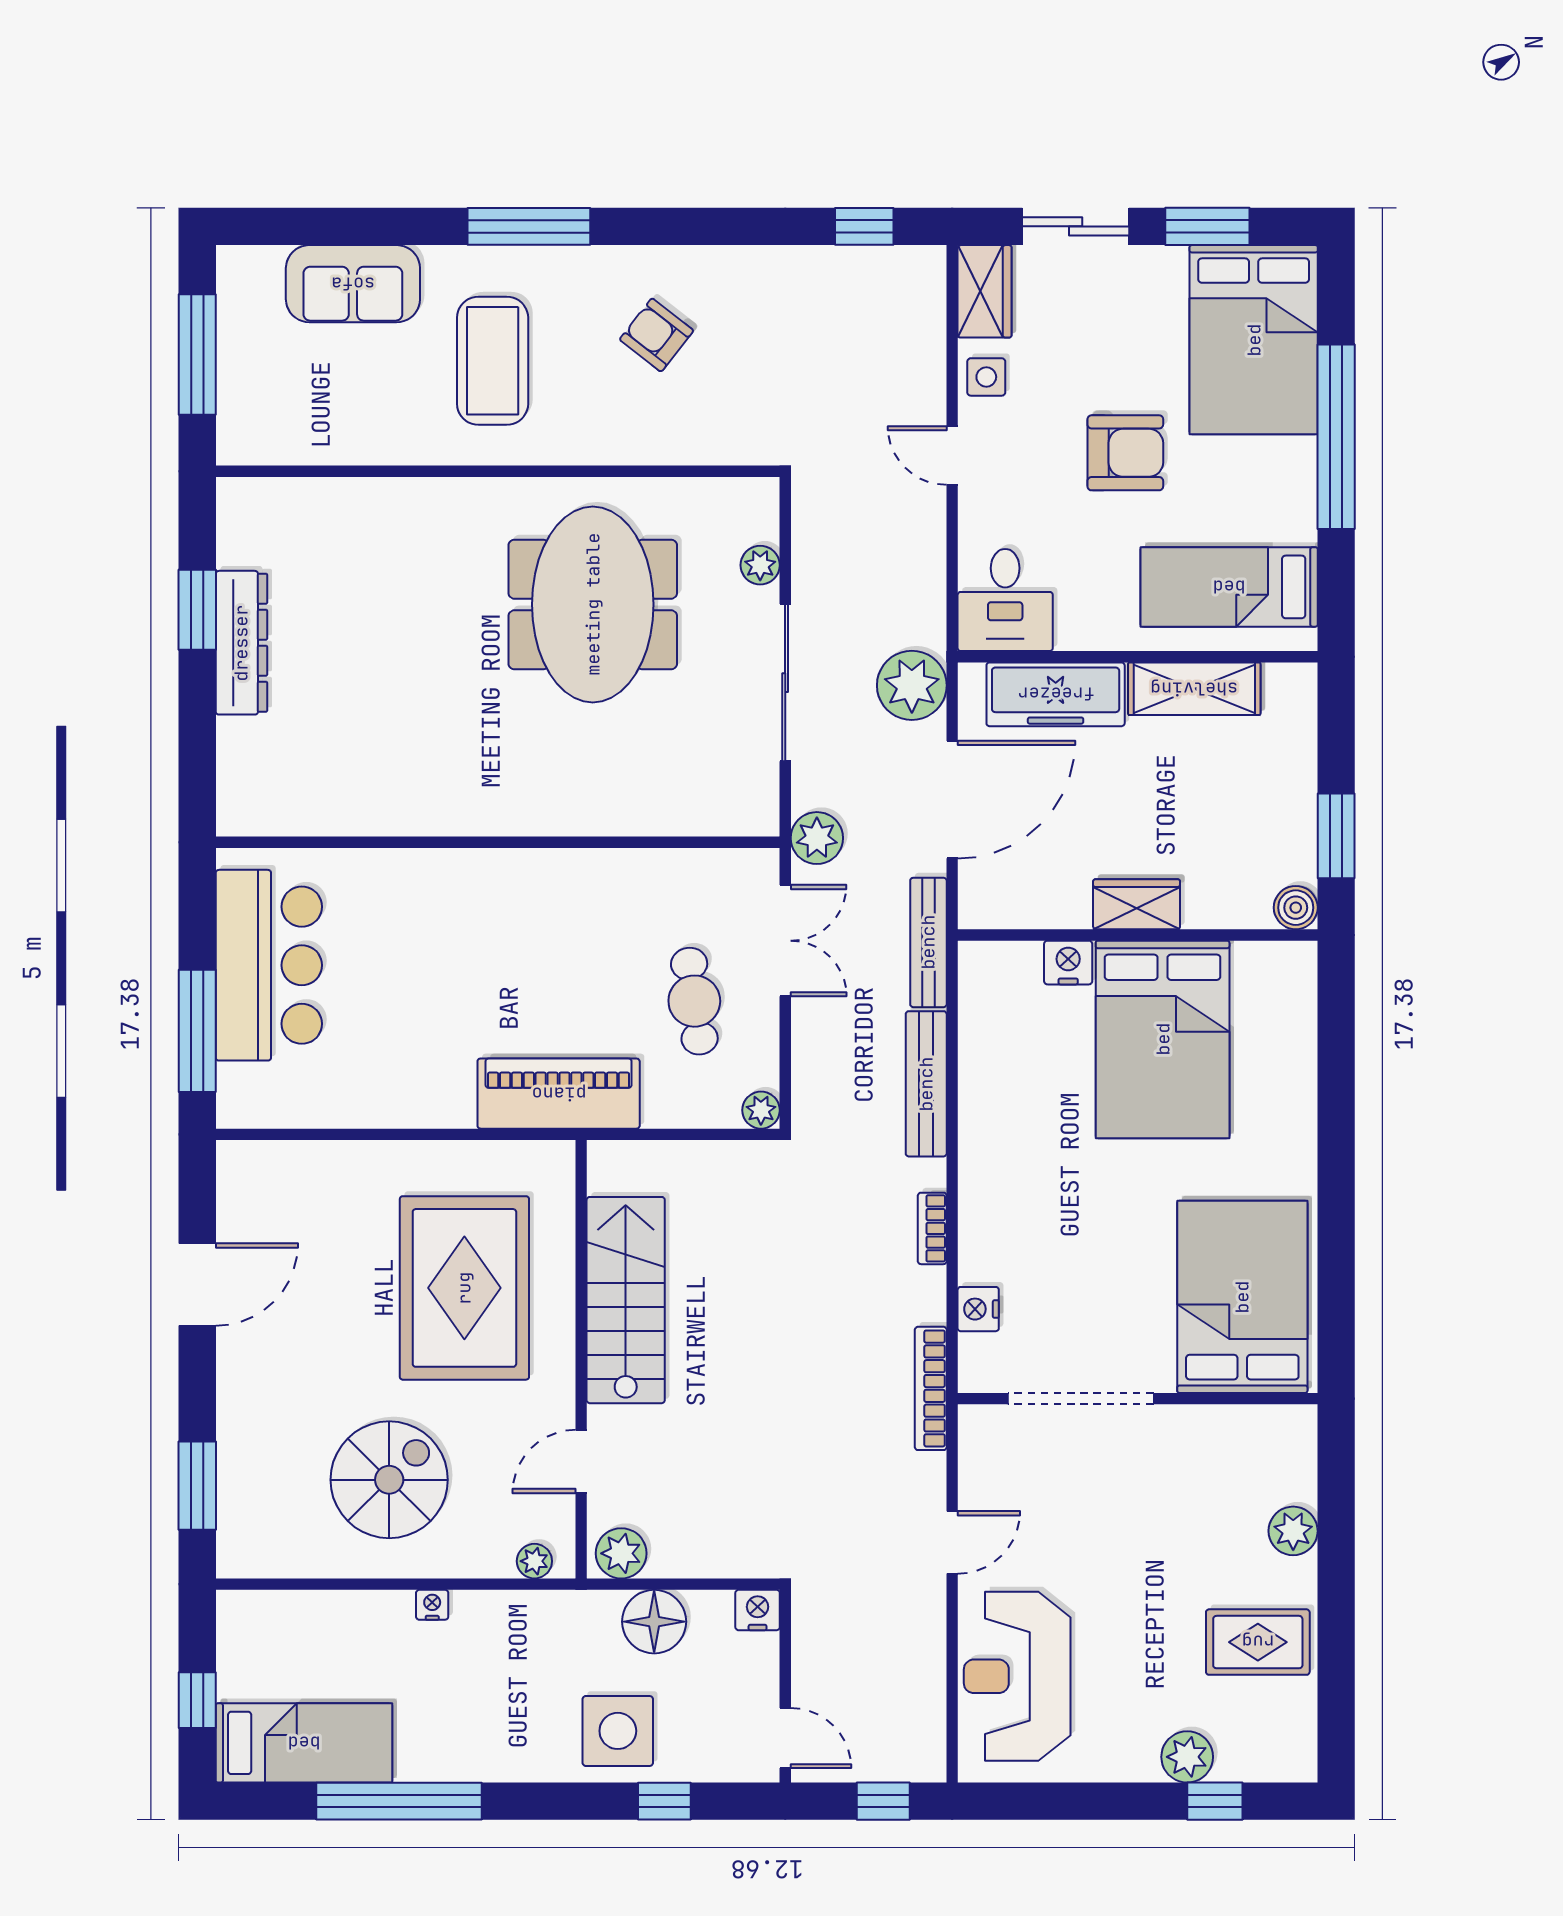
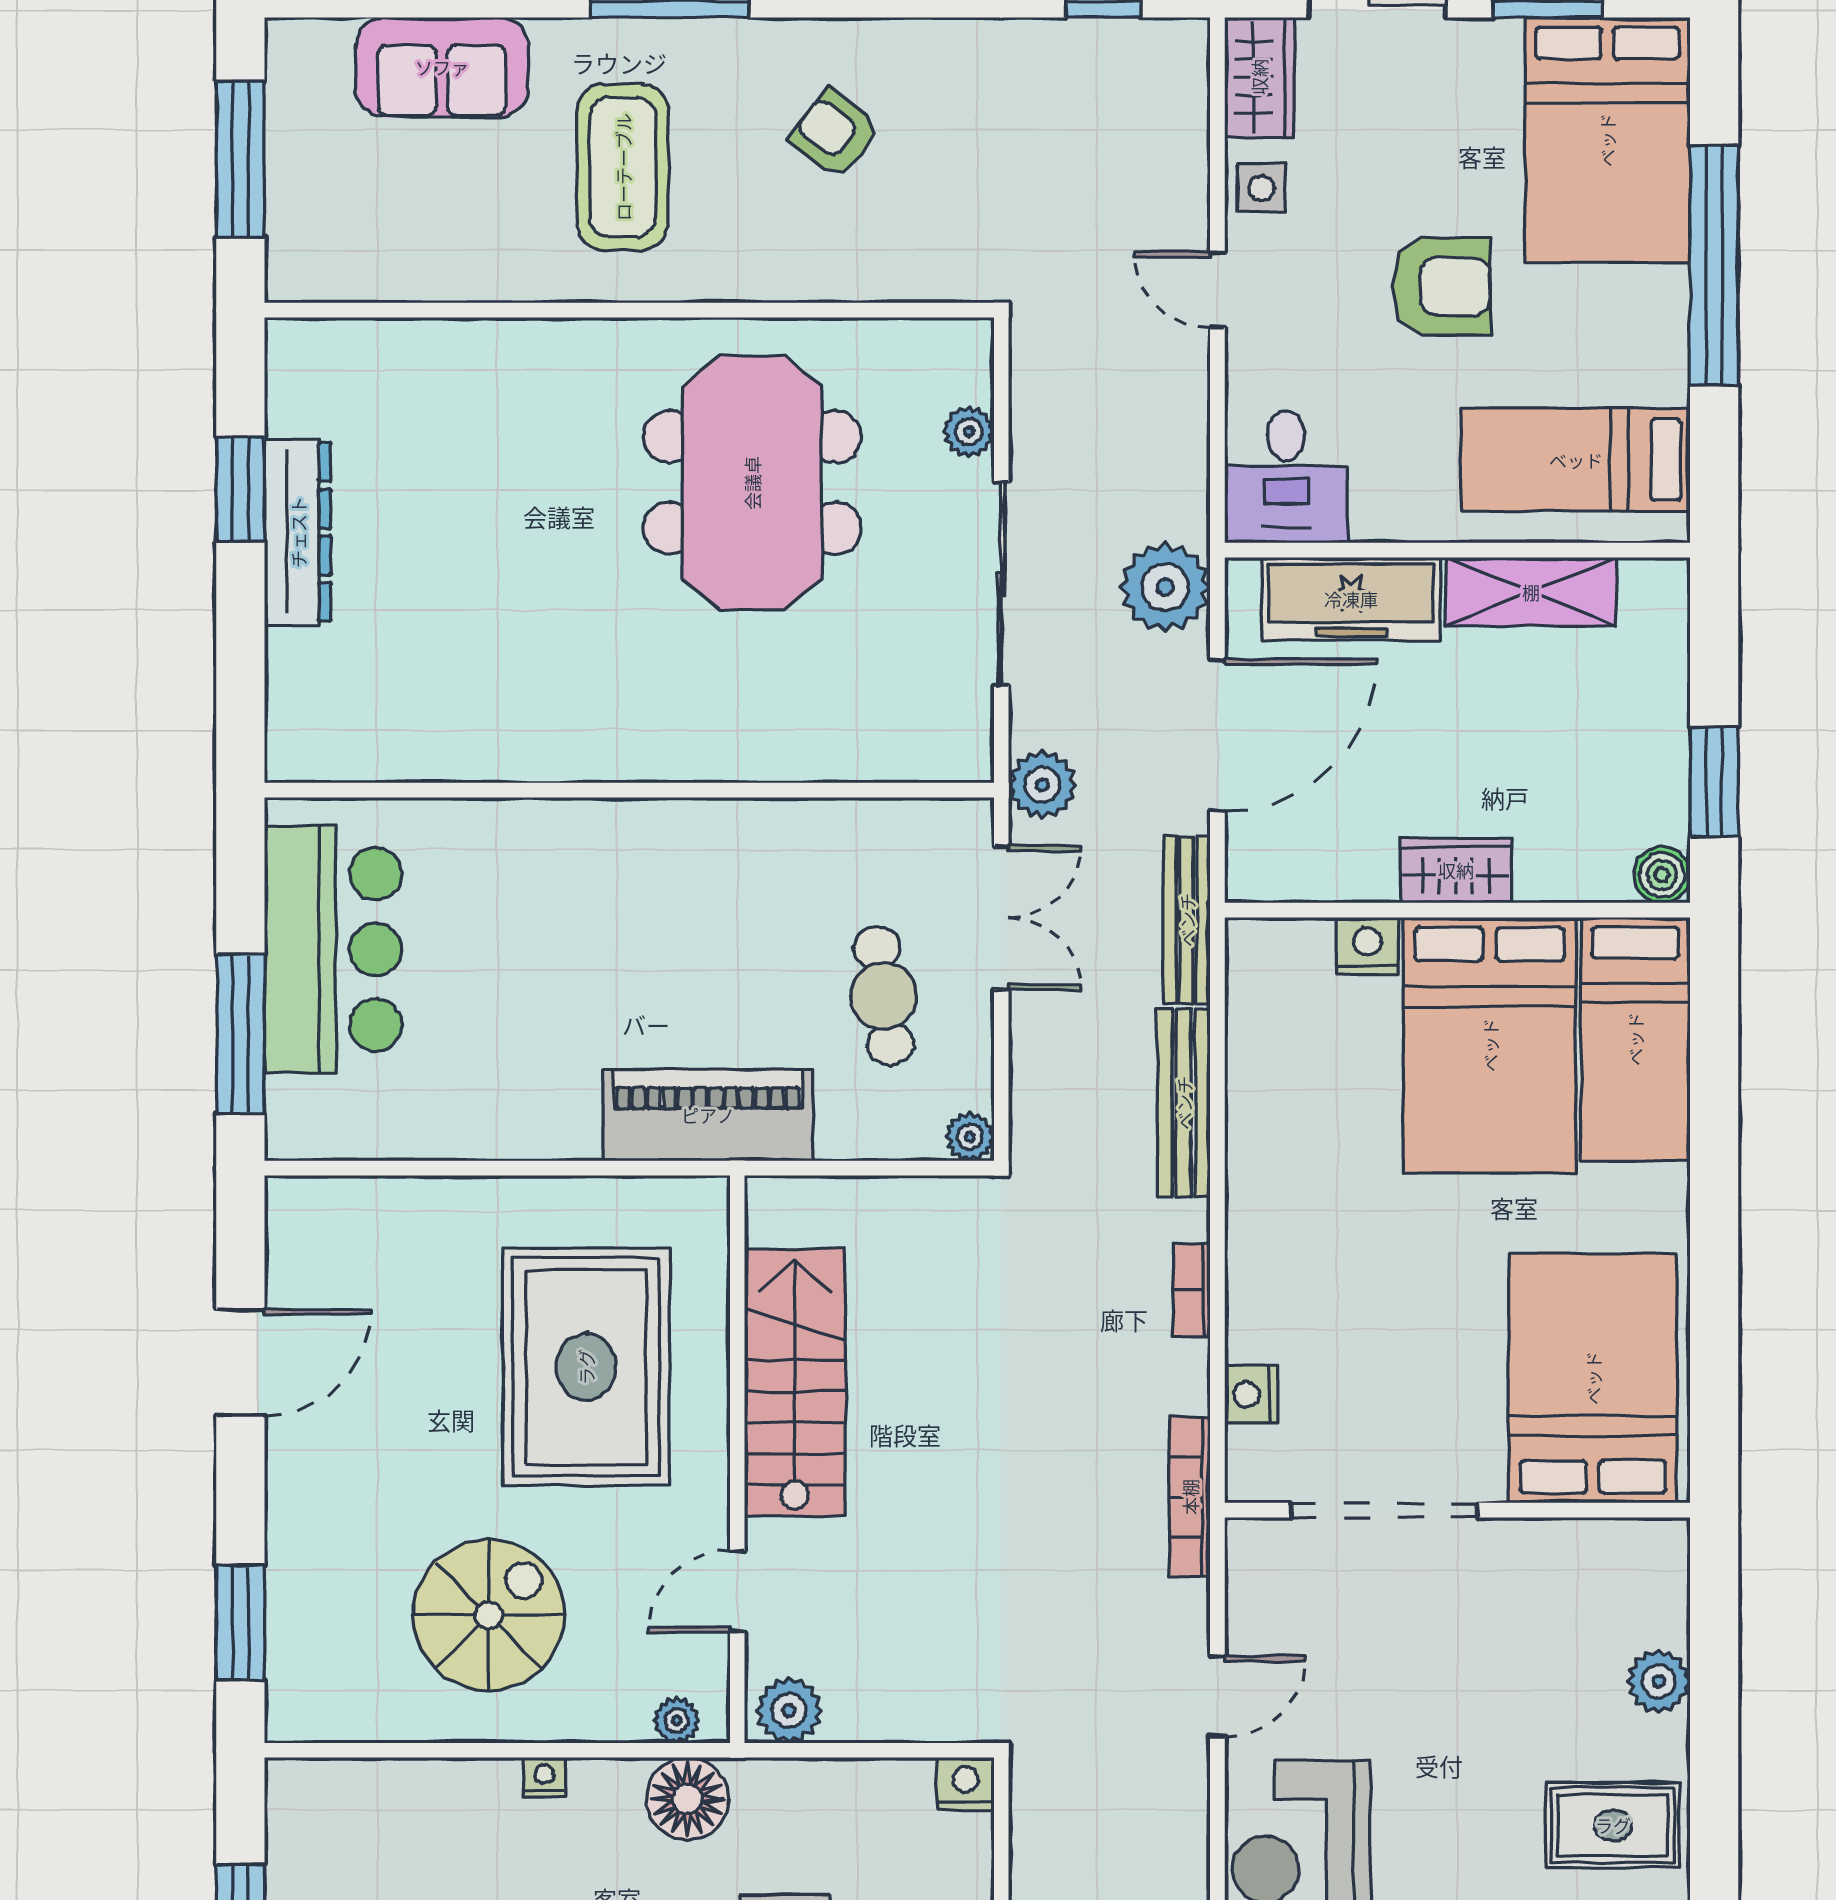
bed: (1275, 1034) -> (1635, 1039), added
floor lamp: (654, 1622) -> (687, 1799), moved

